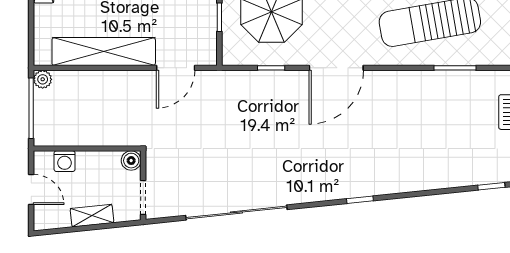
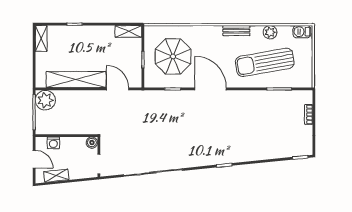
door: (176, 68) -> (118, 89), swing flipped
door: (336, 68) -> (211, 89), swing flipped
plant: (43, 79) -> (45, 100), width x1.87, depth x1.87
shelving: (92, 216) -> (56, 176), moved

